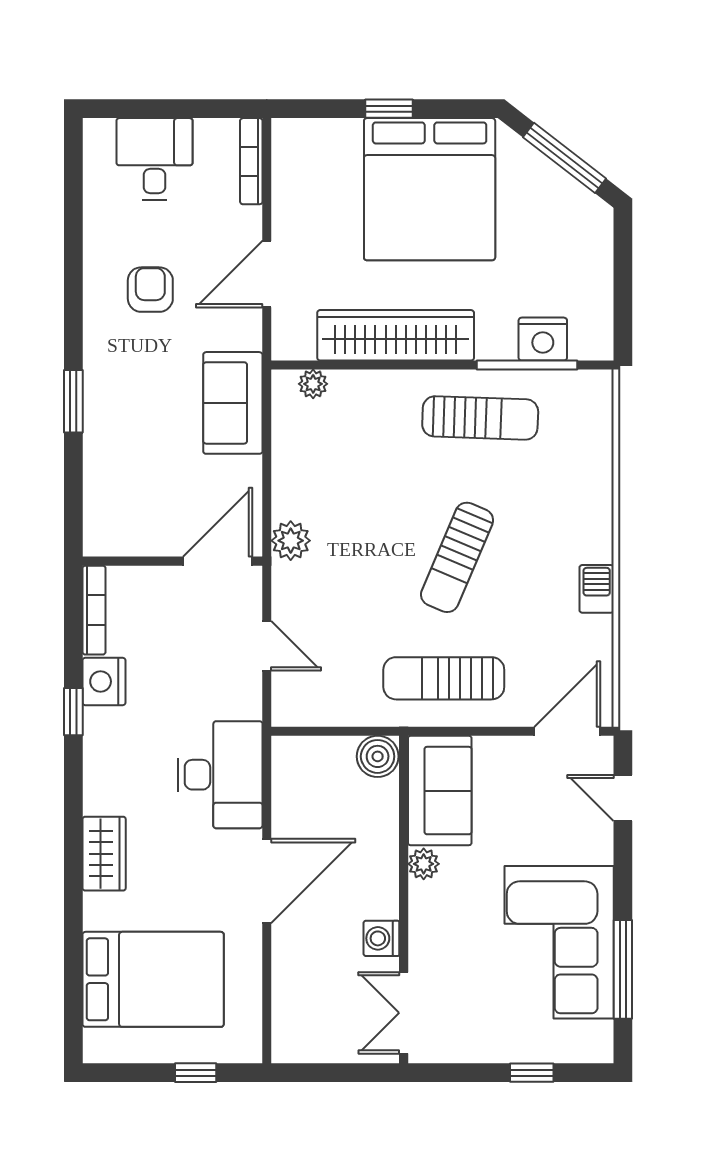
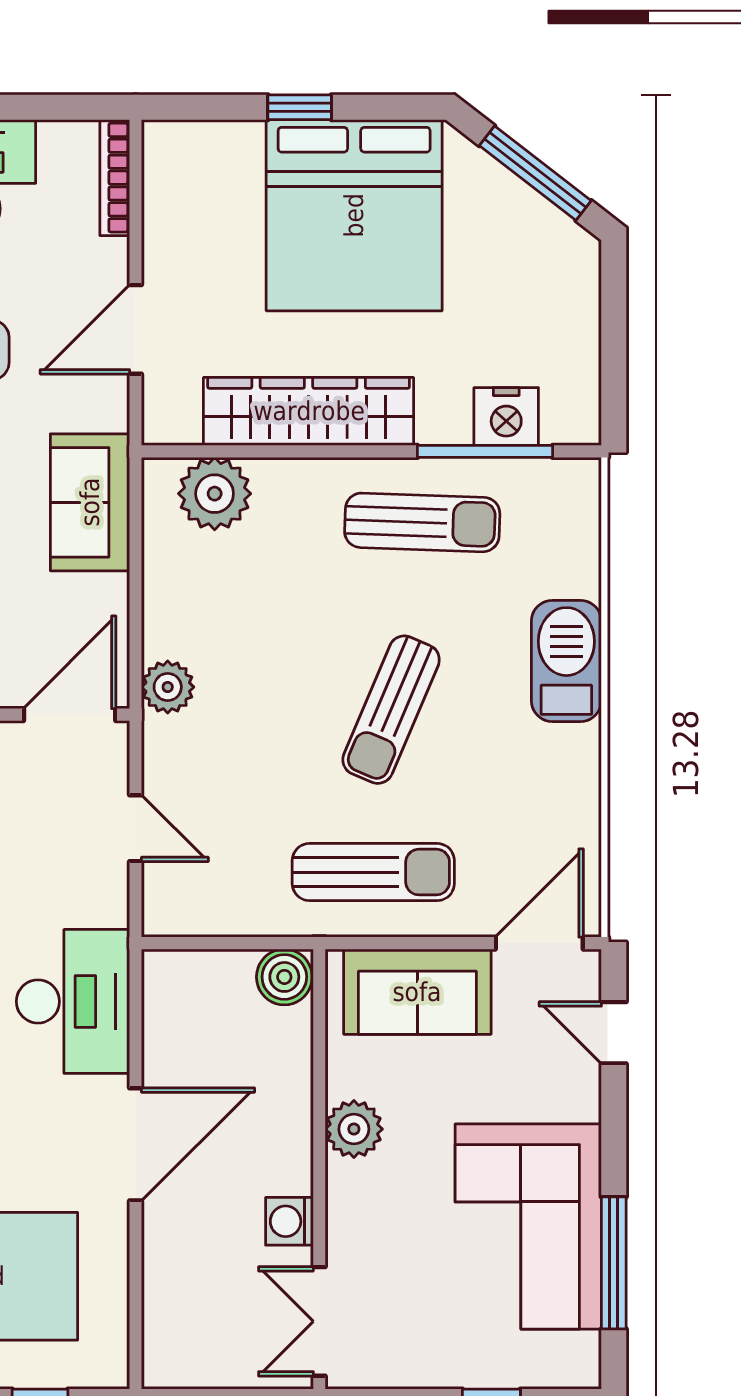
plant: (313, 384) -> (215, 494), width x1.87, depth x1.87
barbecue: (597, 589) -> (566, 661), moved, width x1.88, depth x1.53
sun lounger: (444, 678) -> (373, 872), turned 180
sofa: (440, 791) -> (417, 992), moved, turned 90
plant: (424, 864) -> (354, 1129), width x1.38, depth x1.38

